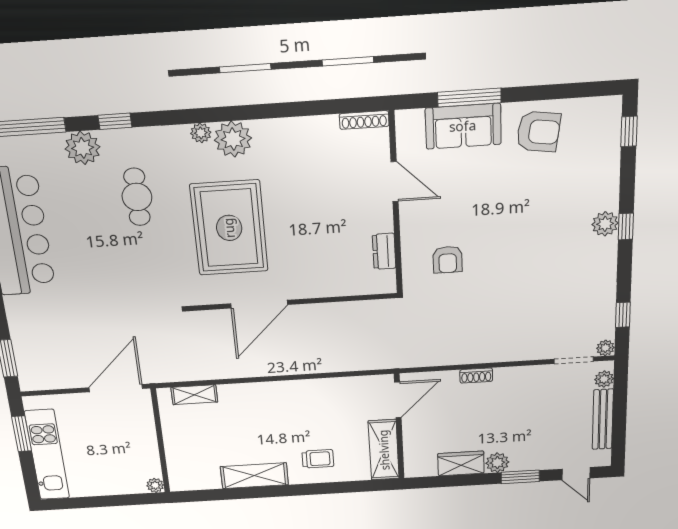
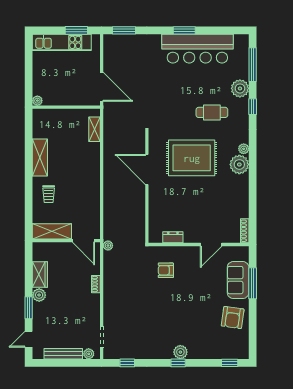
plant: (605, 348) -> (108, 246), moved

